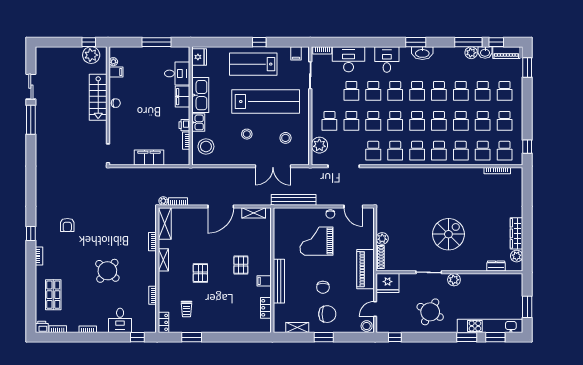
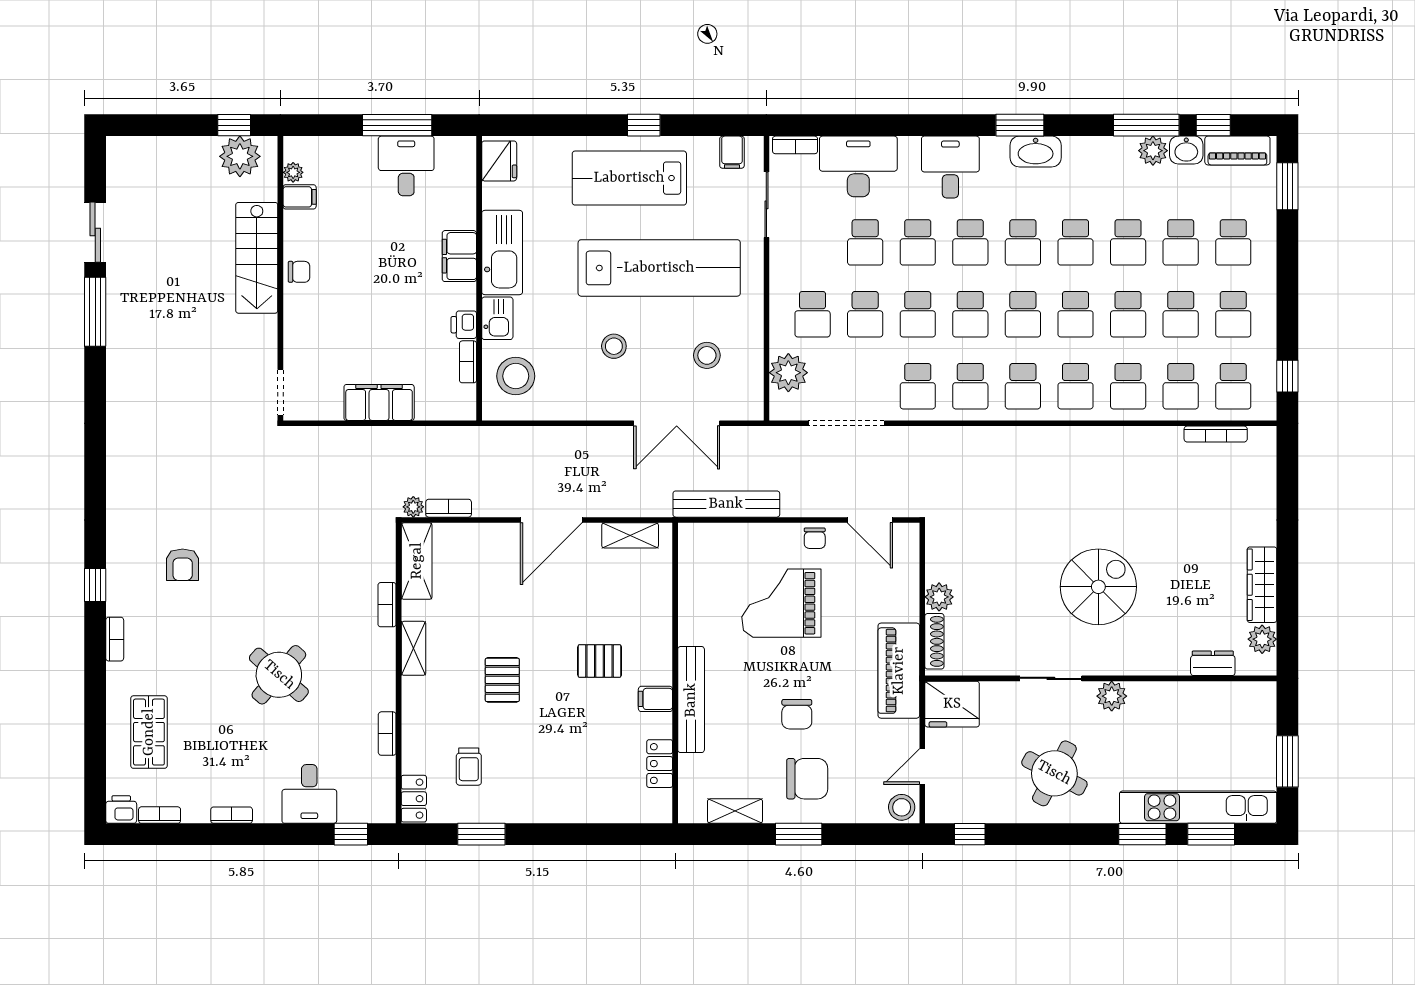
desk: (177, 73) -> (406, 166), moved, turned -90
pallet: (241, 265) -> (600, 661), turned 90

